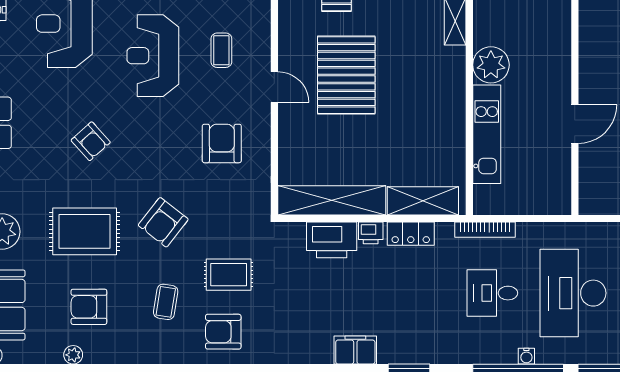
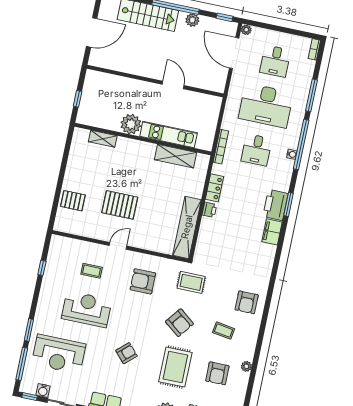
reception desk: (153, 56) -> (87, 309), turned 180
pallet: (346, 75) -> (120, 205), width x0.73, depth x0.71
shelving: (423, 201) -> (176, 156), moved, turned 90
printer: (332, 240) -> (275, 205), moved, turned 180
rug: (229, 275) -> (191, 282), moved, turned 90
plant: (73, 355) -> (246, 366), moved
water cooler: (526, 356) -> (292, 154), moved

